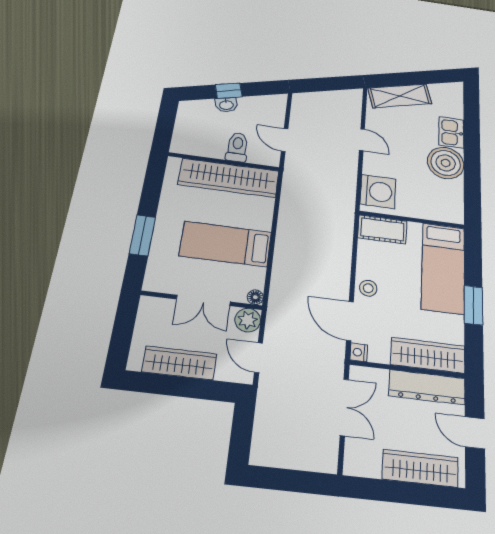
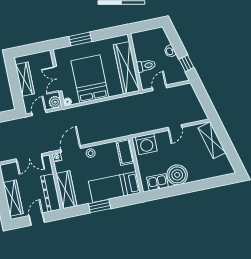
window: (229, 91) -> (186, 63), moved
kitchen sink: (451, 132) -> (157, 182), moved
bed: (226, 244) -> (90, 79), width x1.50

